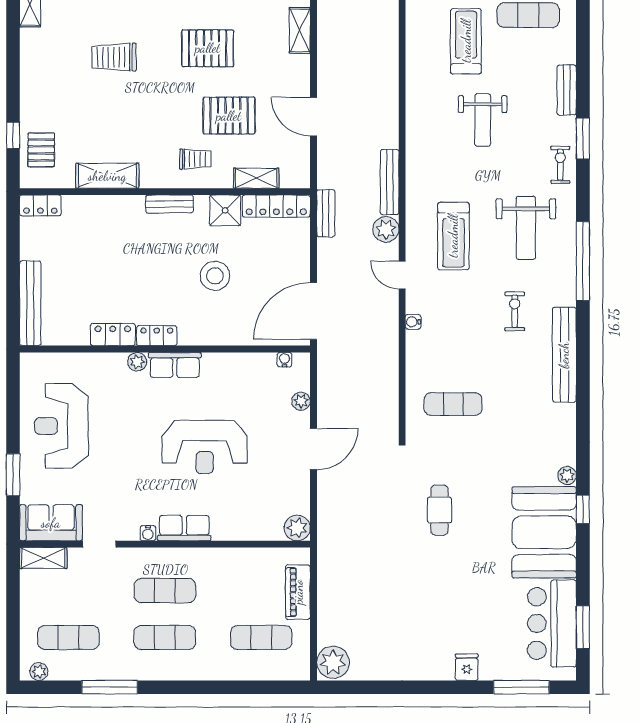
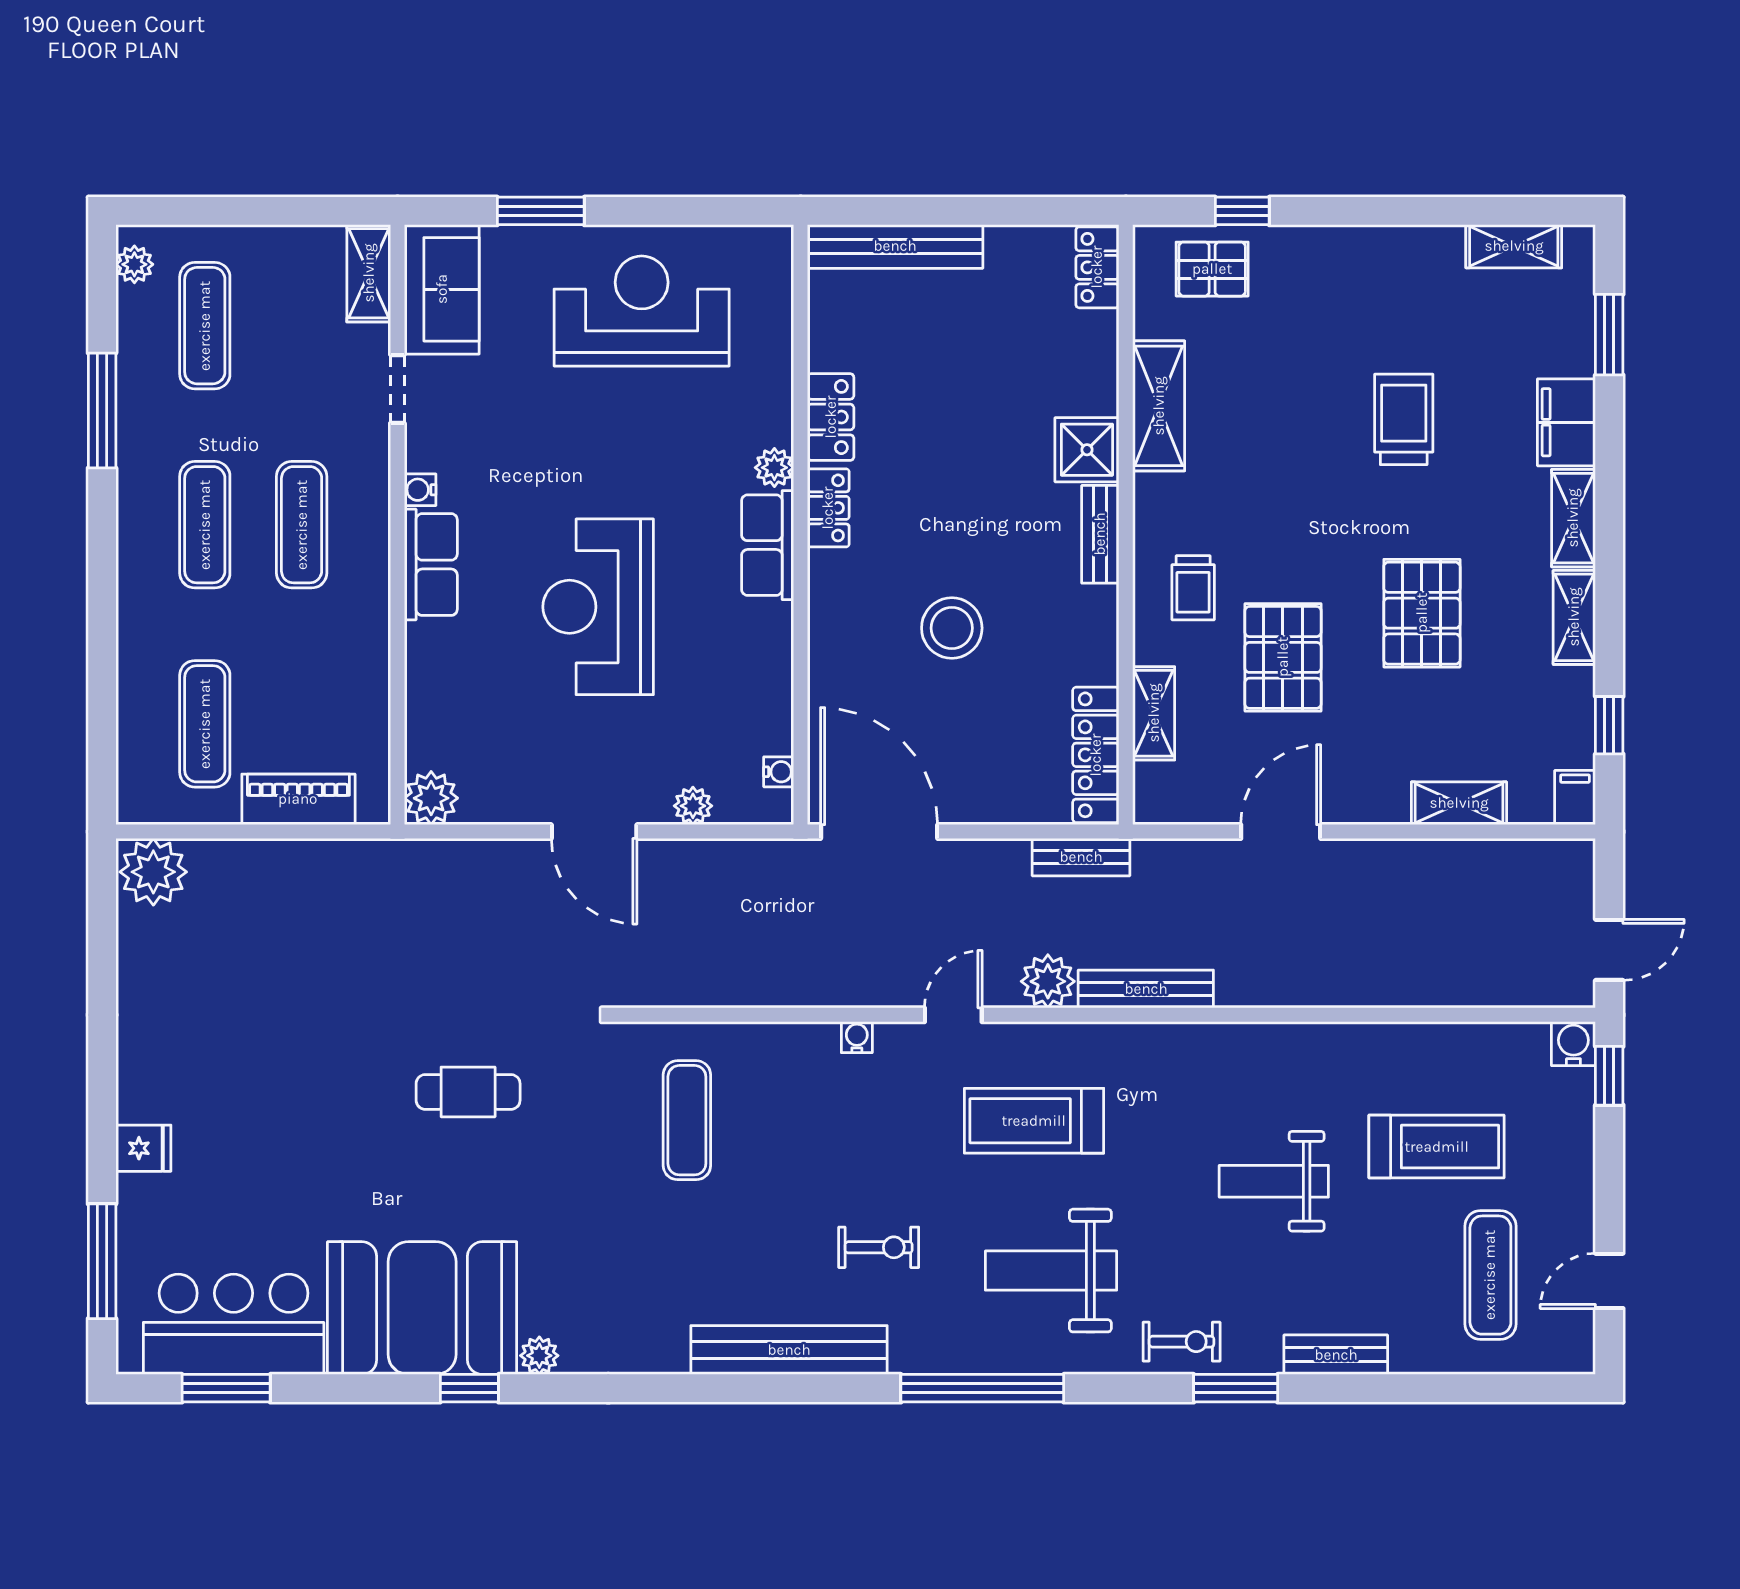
shower: (225, 210) -> (1087, 450), moved

